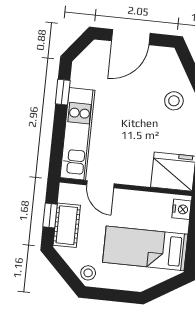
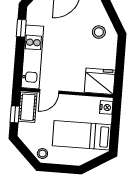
door: (100, 184) -> (49, 92), hinge flipped
cot: (67, 225) -> (28, 107), moved

